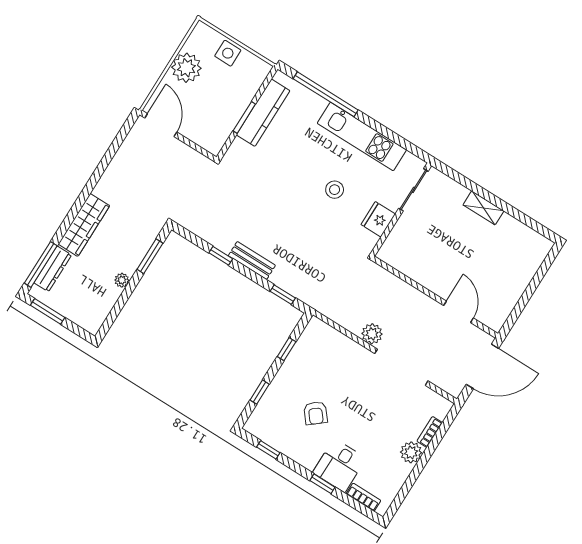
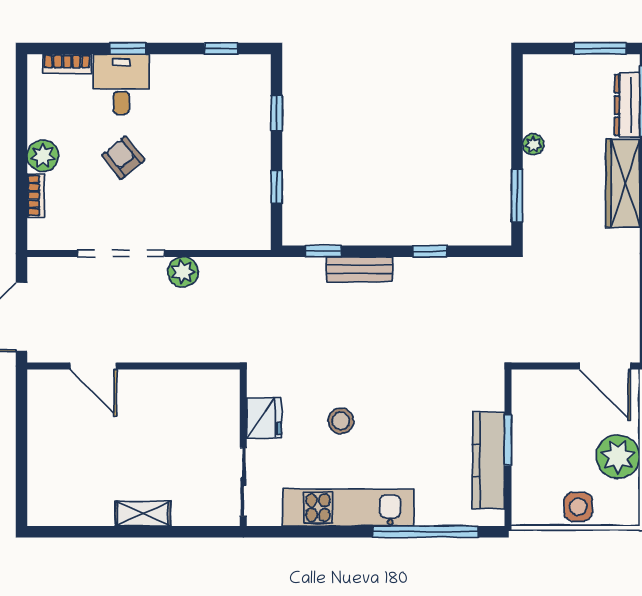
bench: (252, 260) -> (359, 269), moved
armchair: (316, 413) -> (123, 158), moved

